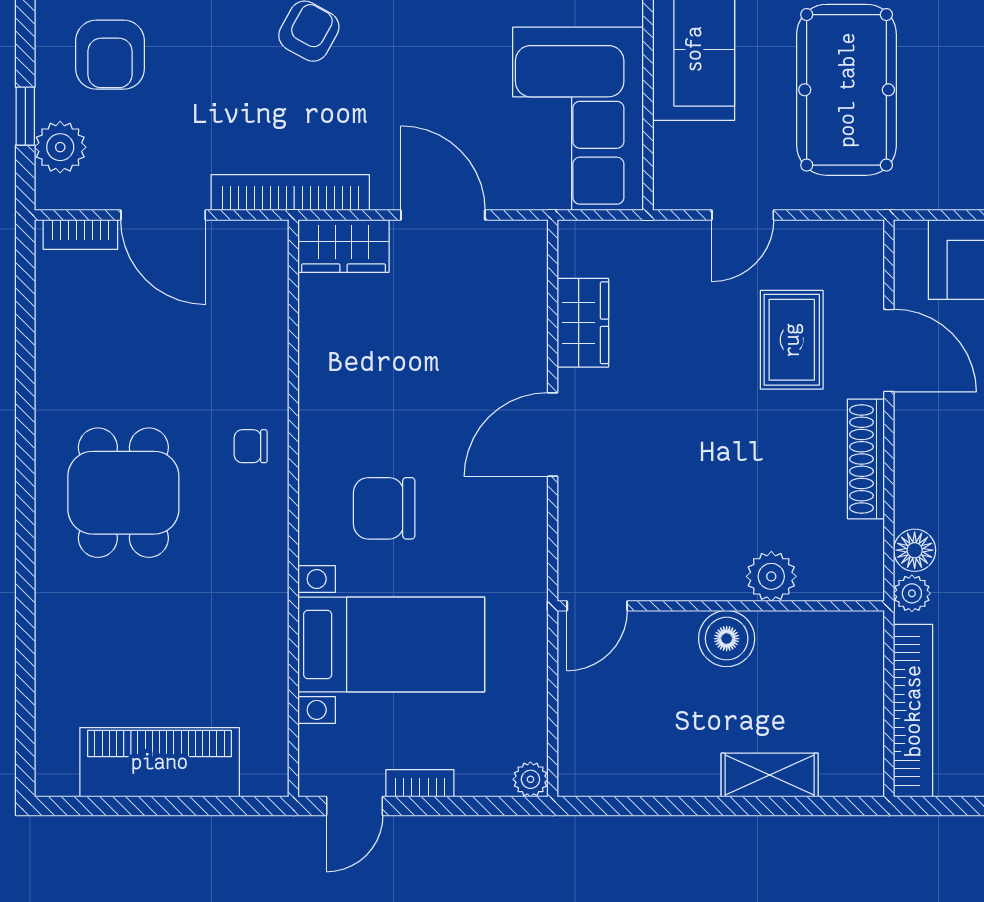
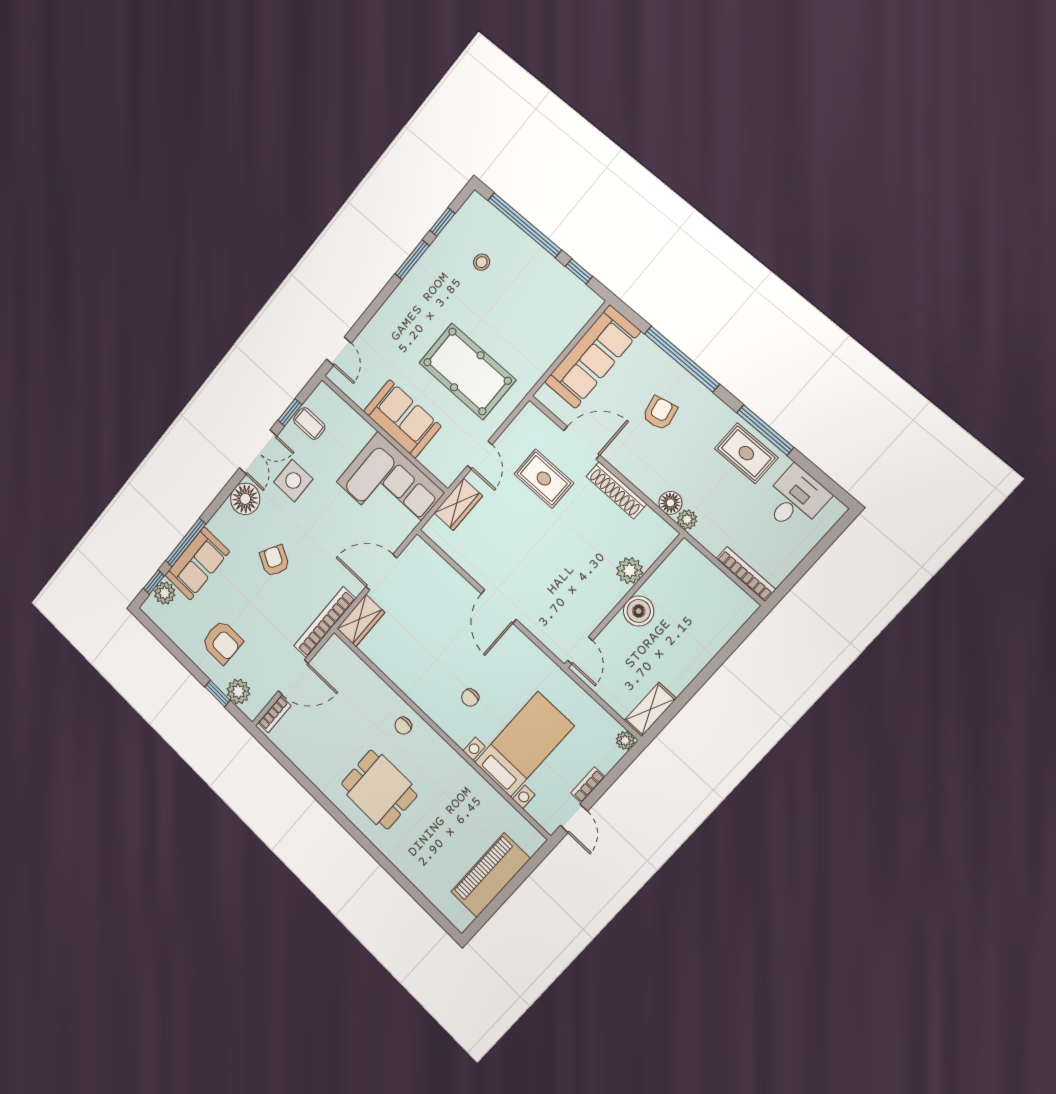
wardrobe: (583, 323) -> (458, 504), moved, turned 90
chair: (384, 508) -> (470, 698), width x0.54, depth x0.54
bookcase: (913, 711) -> (746, 574), width x0.68, depth x0.76
shelving: (770, 775) -> (650, 709), moved

